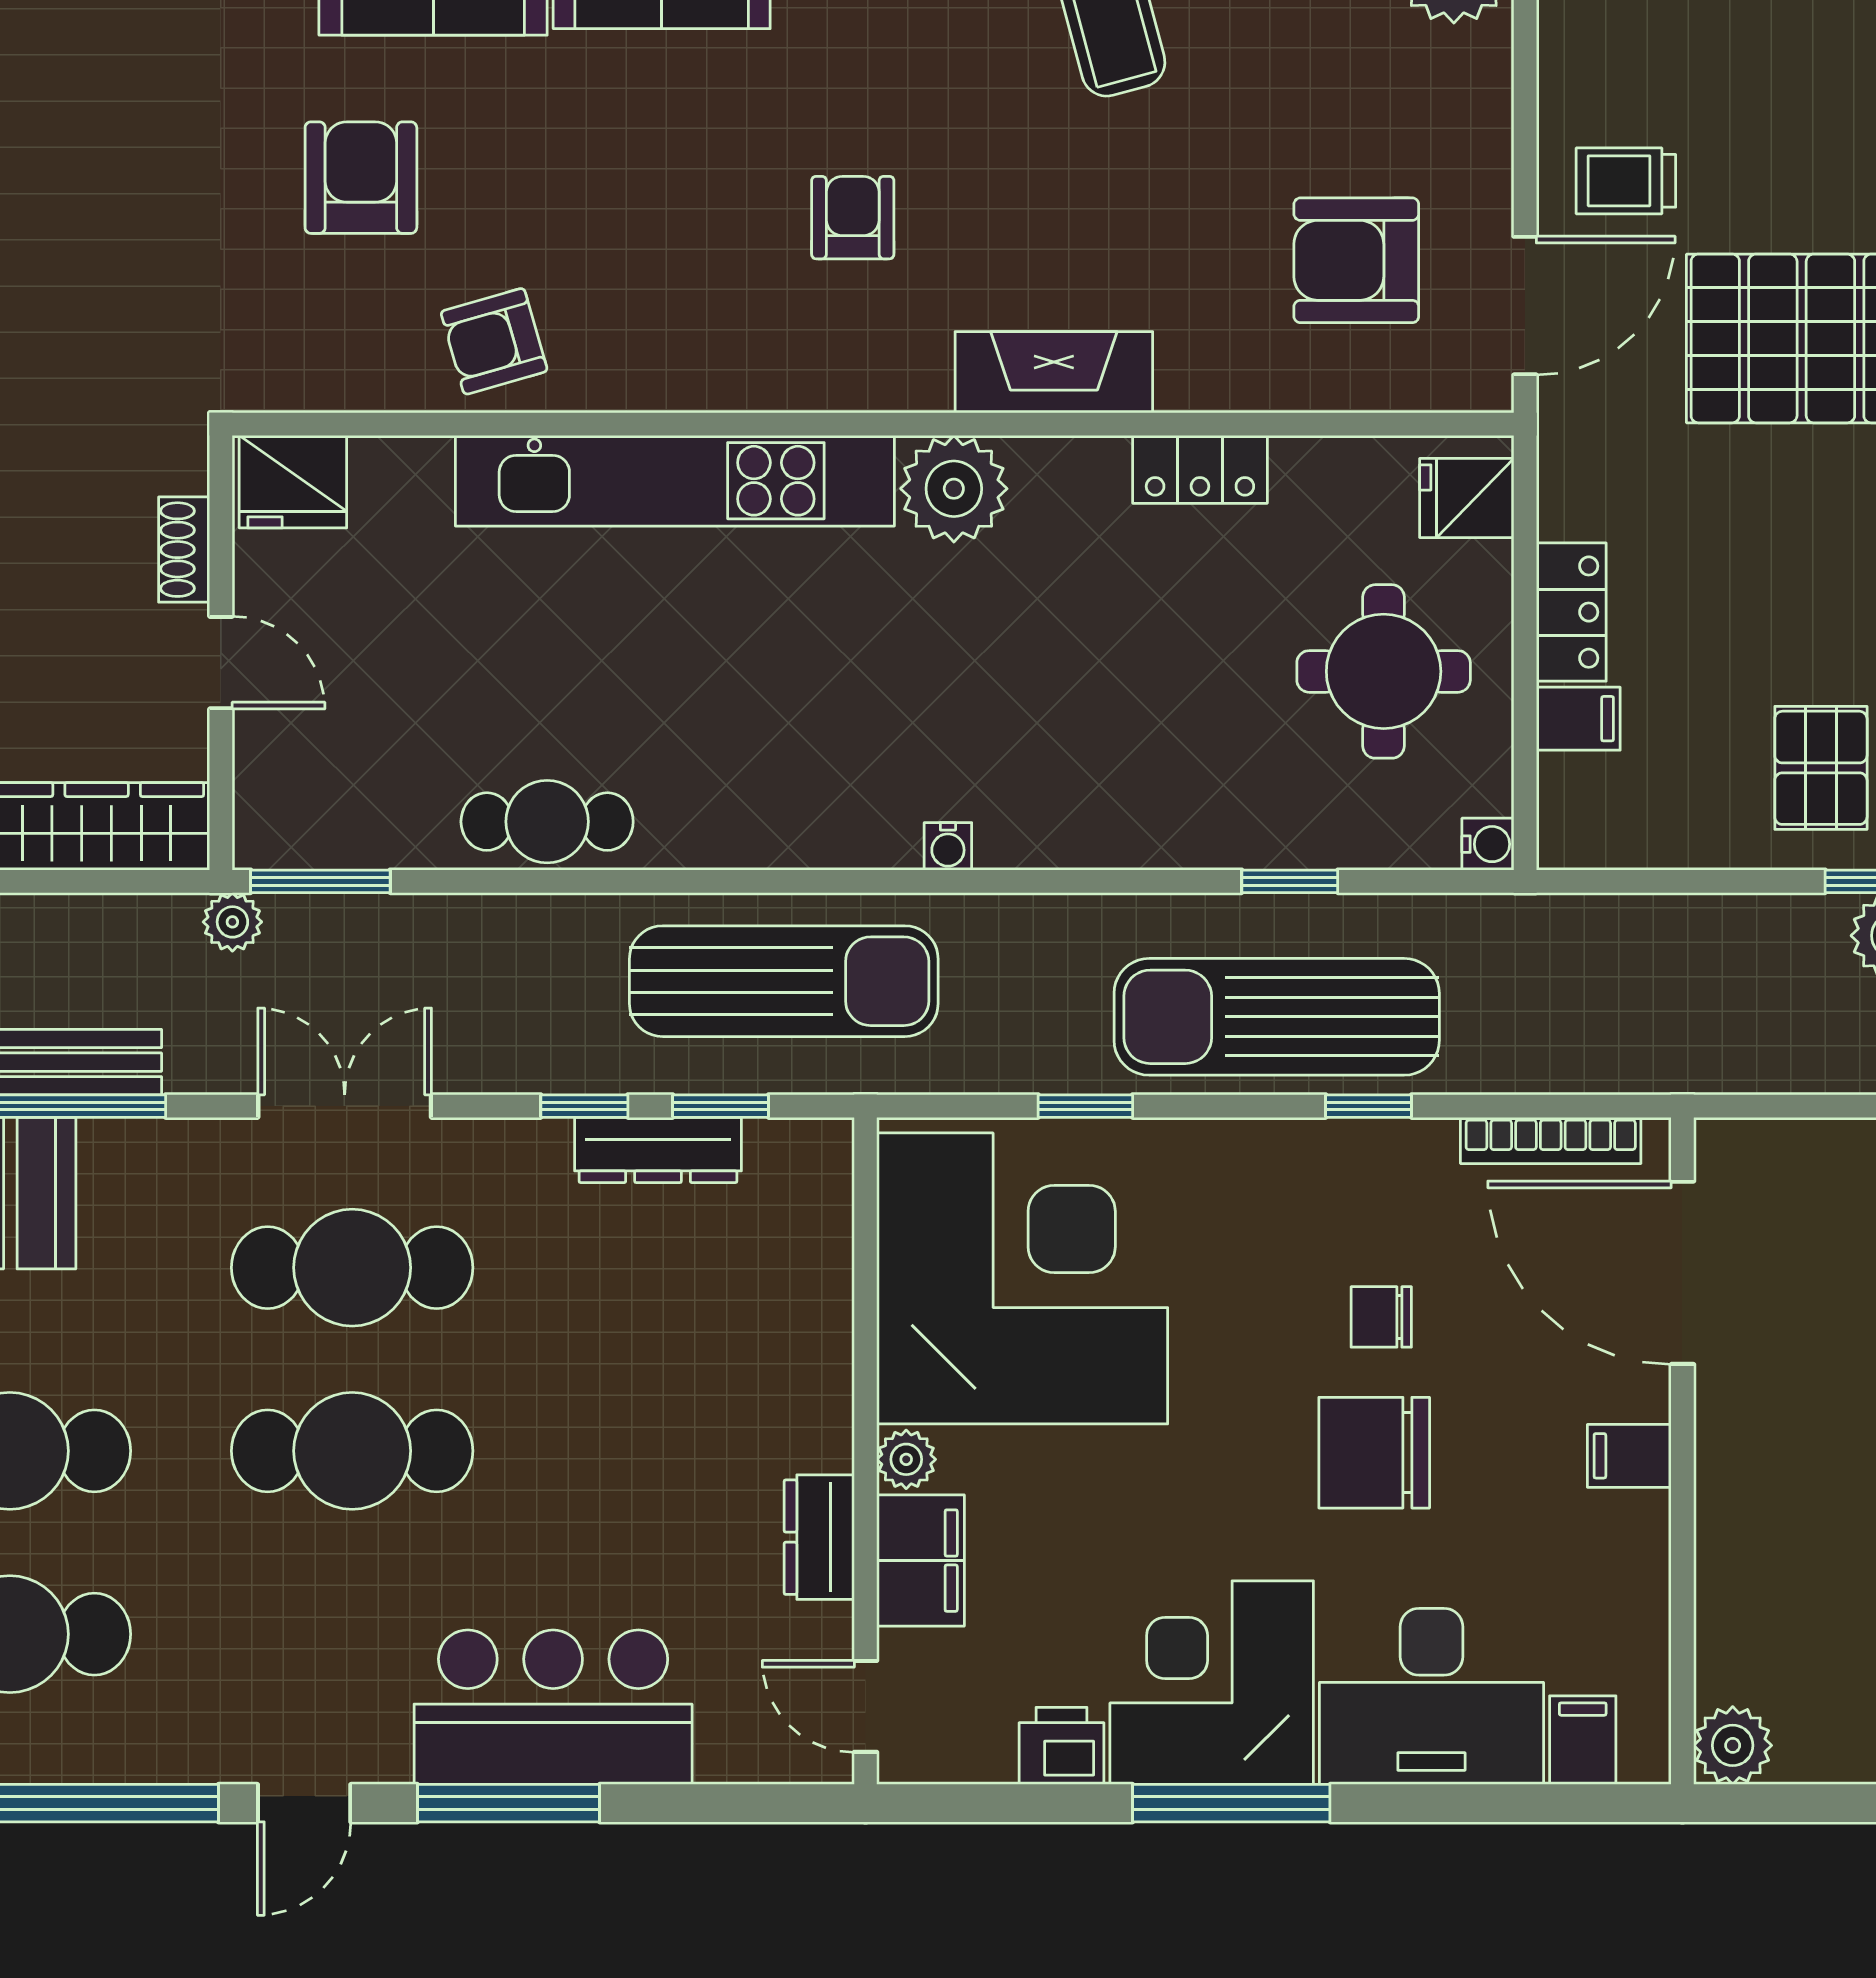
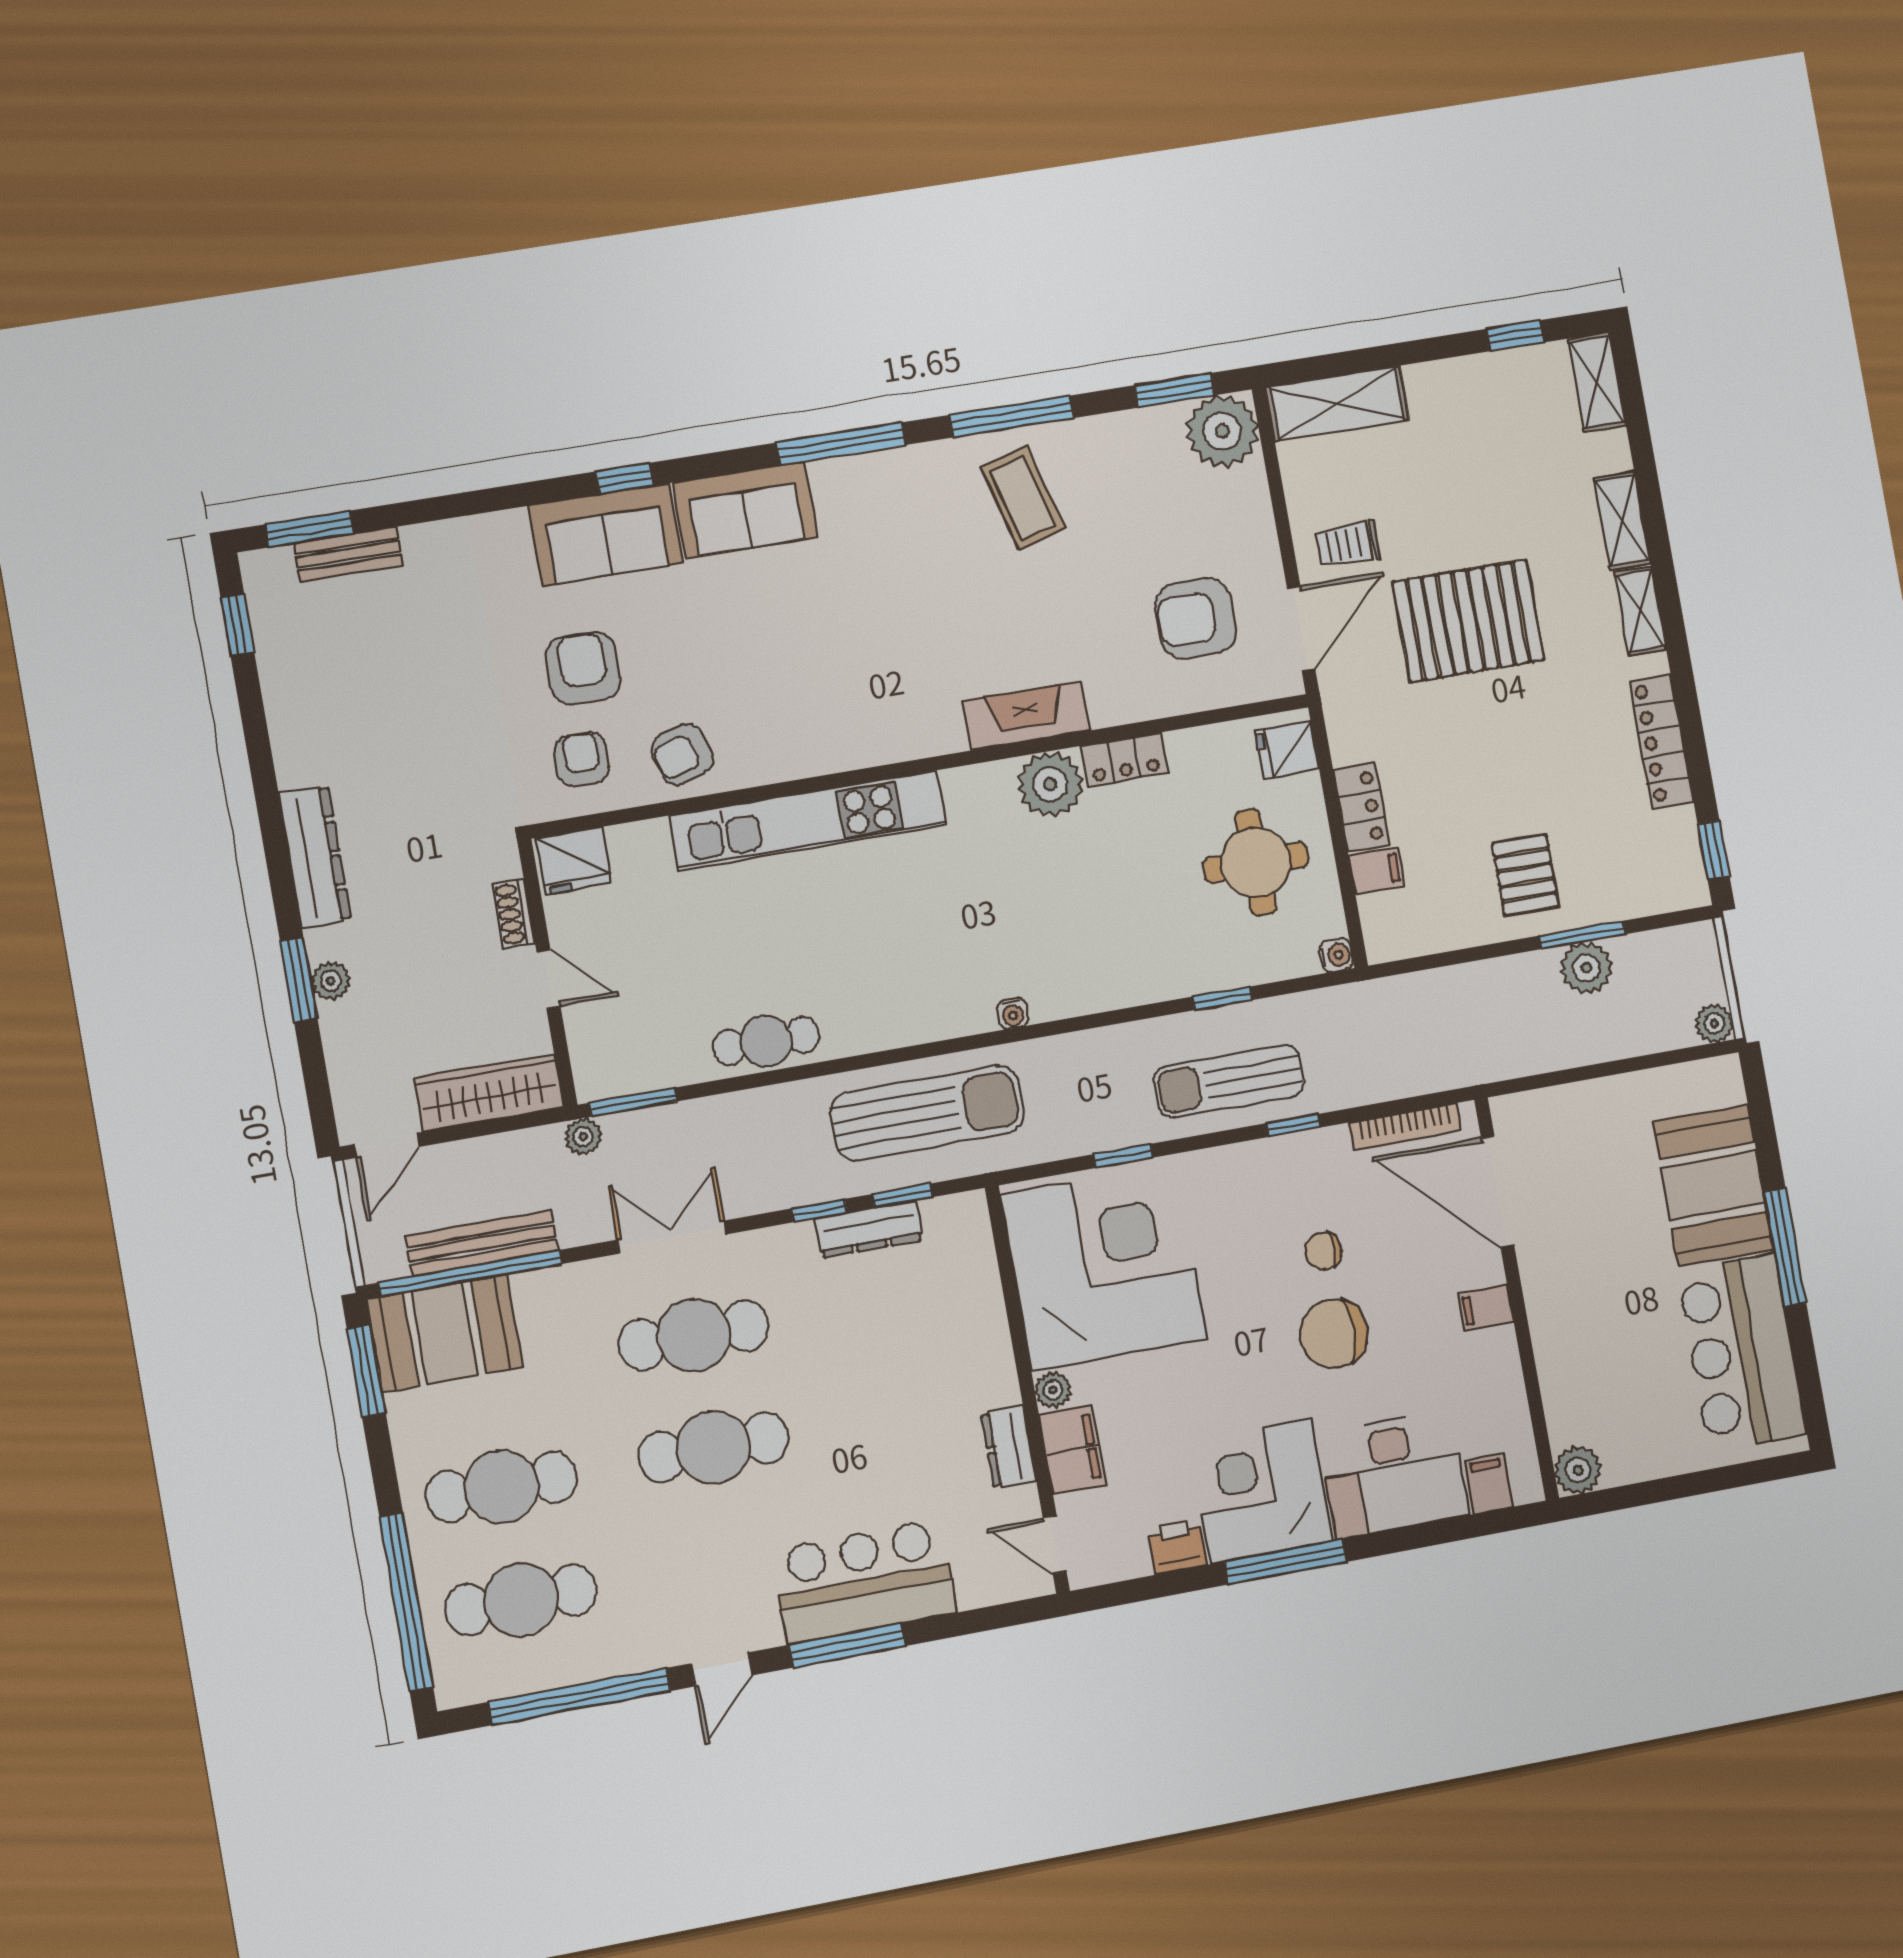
armchair: (853, 218) -> (582, 759), moved
plant: (954, 489) -> (1050, 784), moved
sun lounger: (1277, 1017) -> (1229, 1081), width x0.73, depth x0.75

